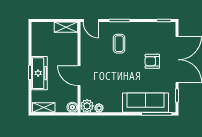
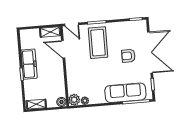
coffee table: (119, 44) -> (98, 43), width x1.86, depth x1.72
freezer: (39, 73) -> (29, 64), moved
door: (79, 76) -> (63, 49), moved

